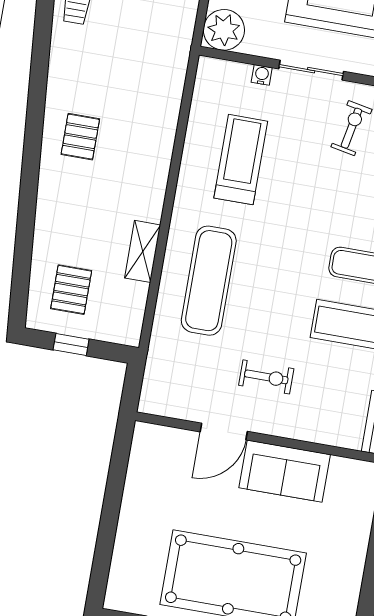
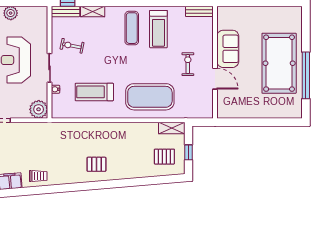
shelving: (143, 251) -> (172, 128), moved
exercise mat: (209, 281) -> (150, 97), width x1.47

